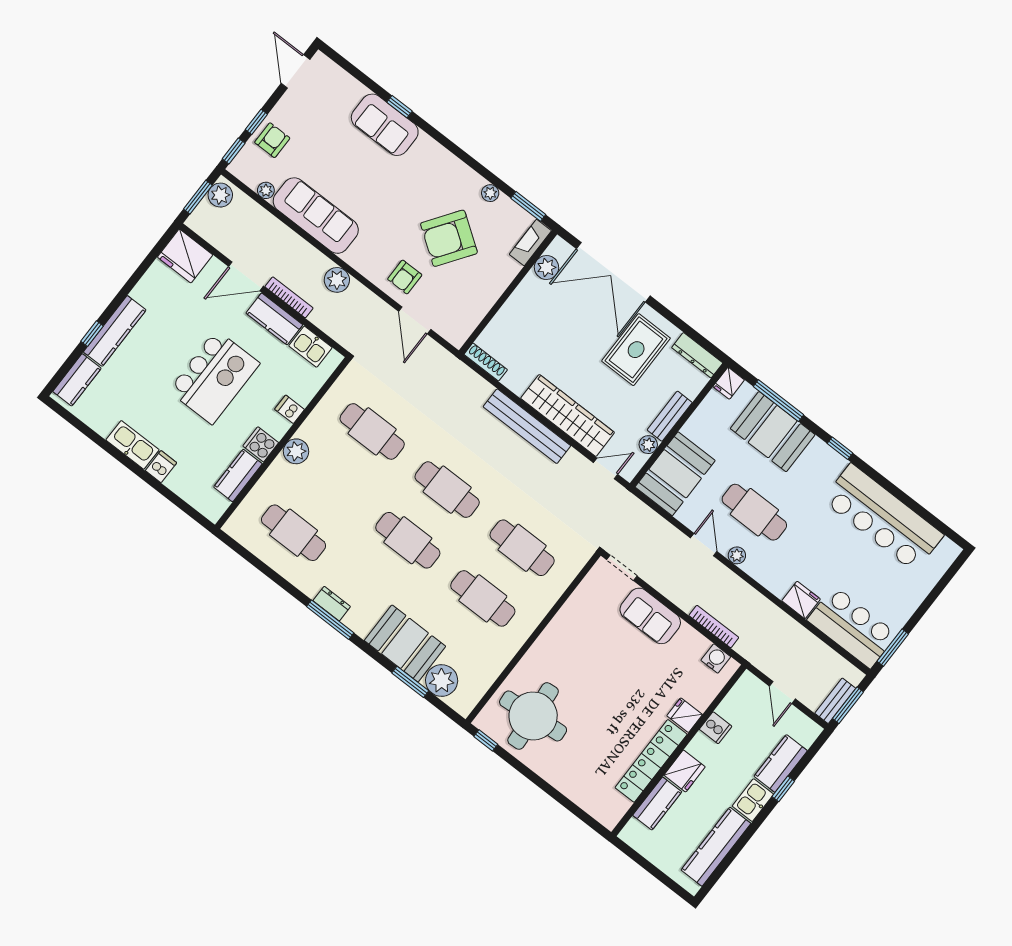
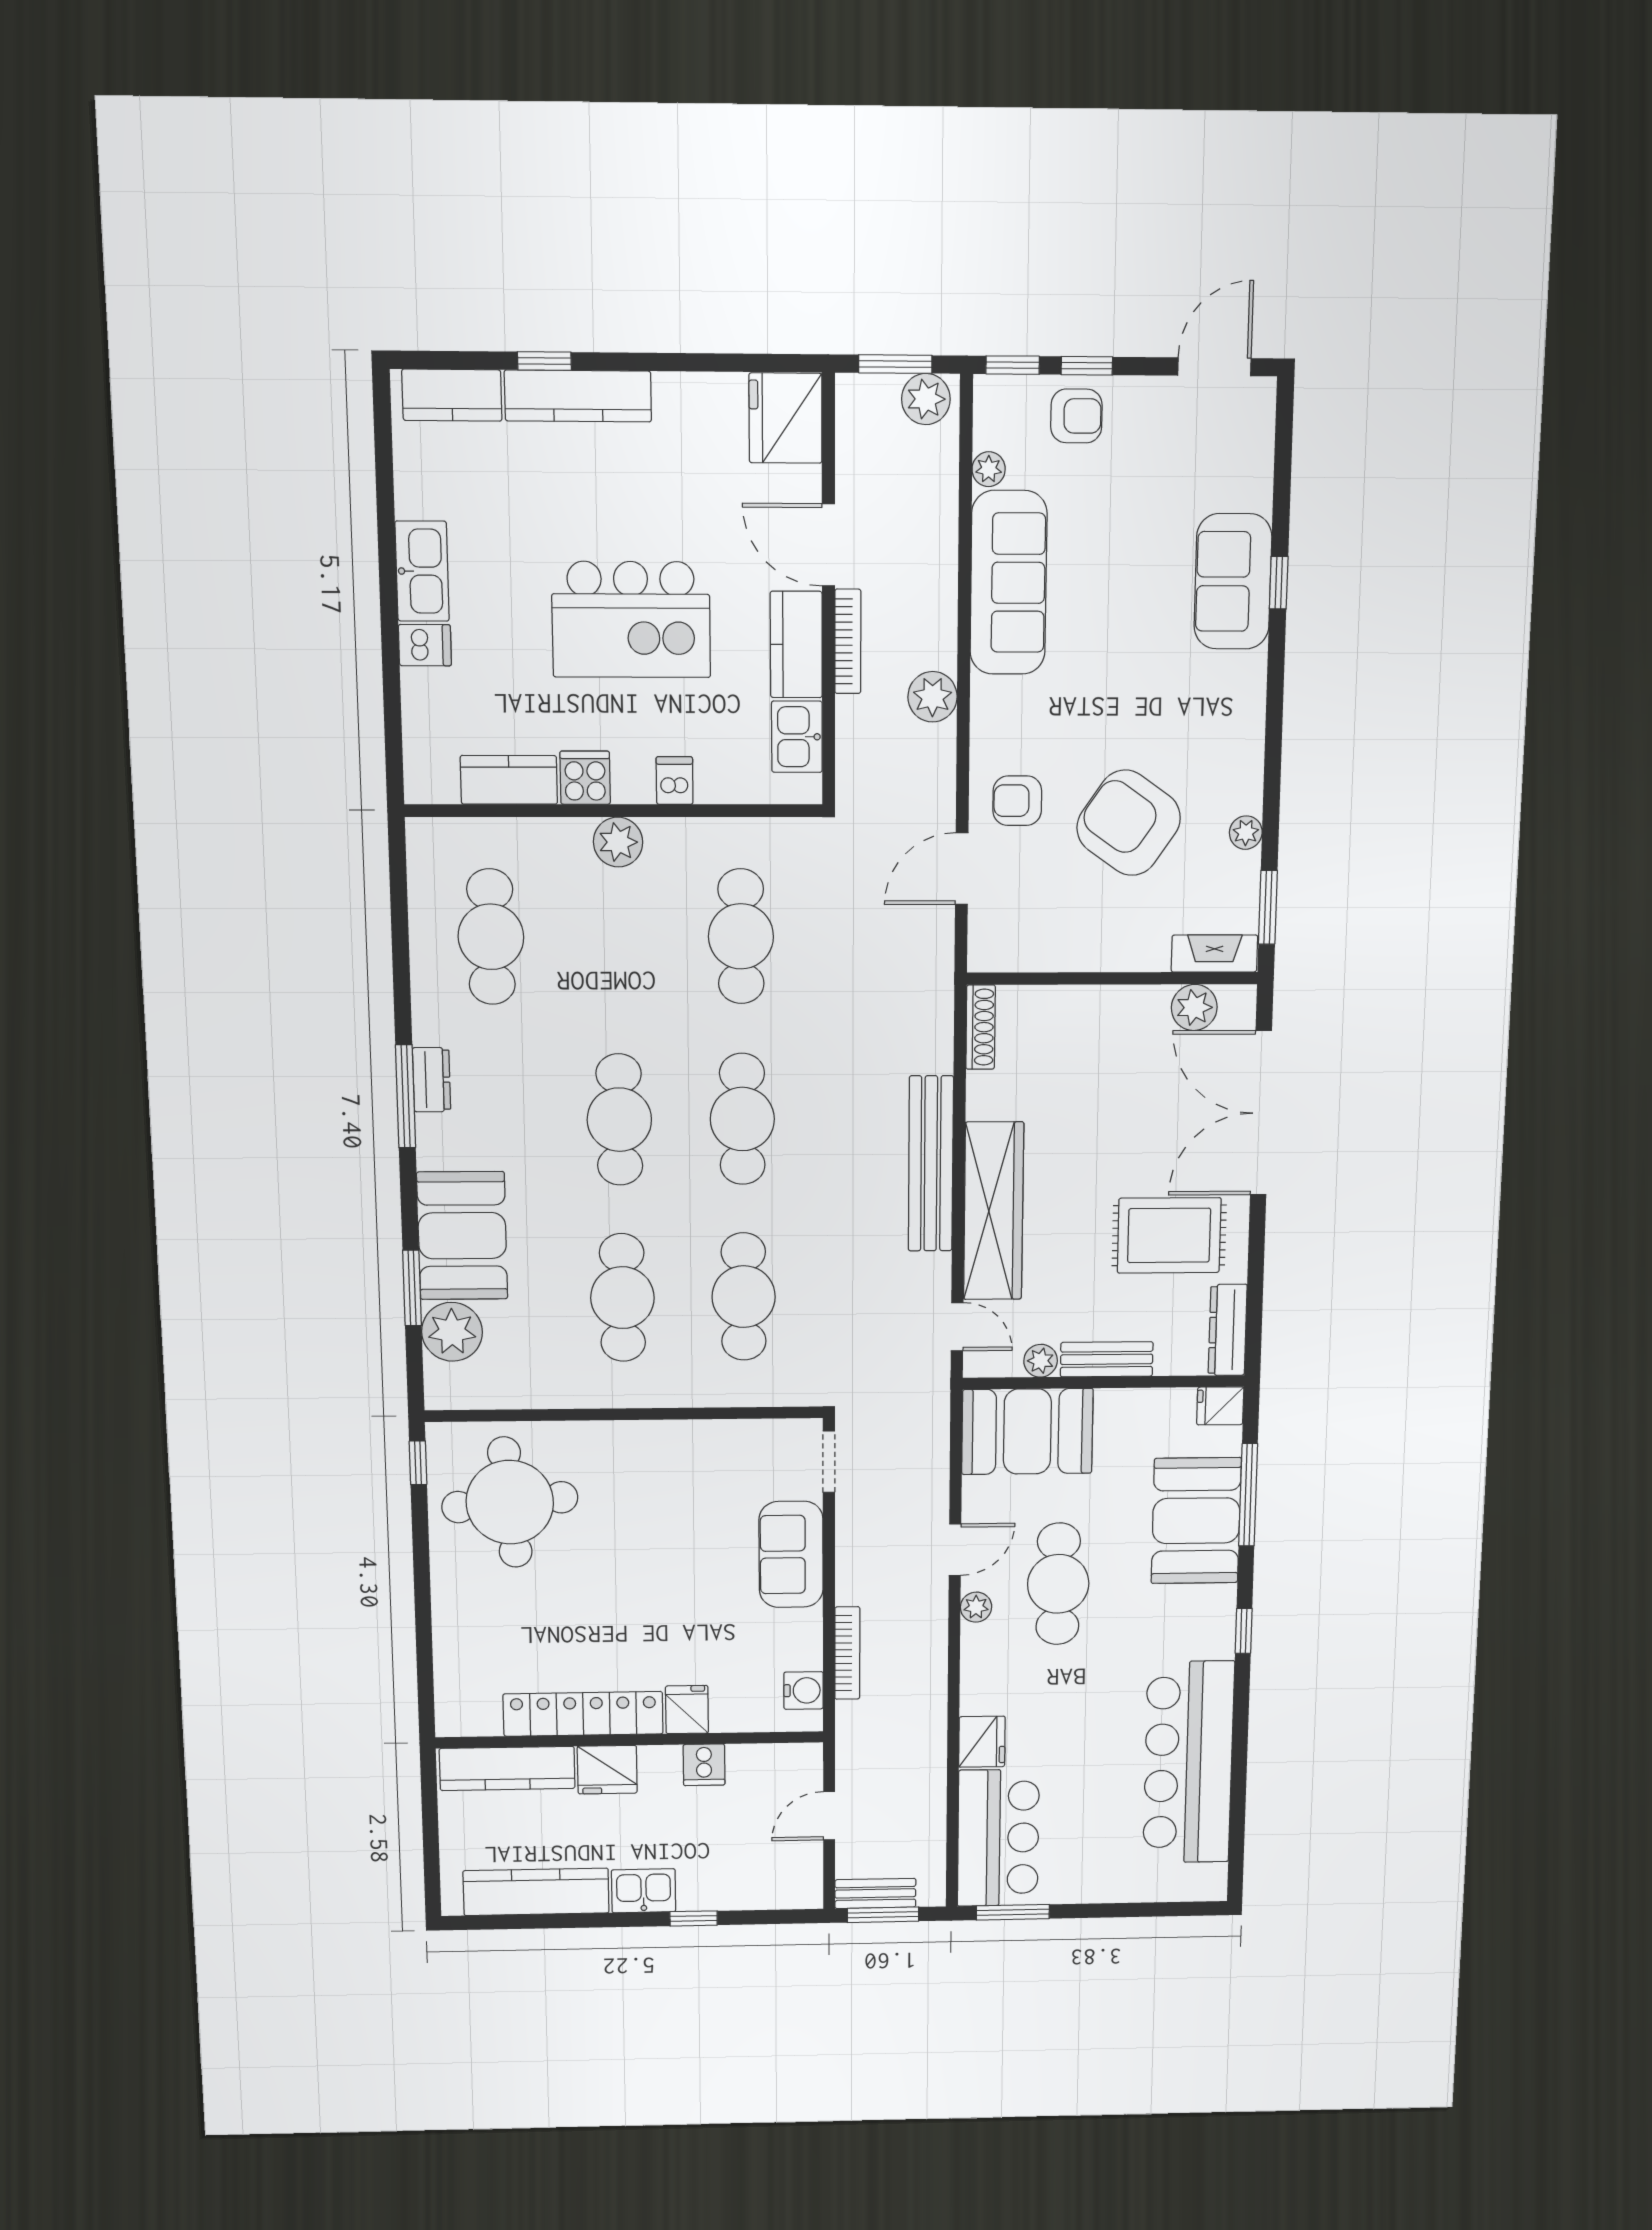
kitchen counter: (781, 763) -> (726, 1888), removed
kitchen counter: (657, 803) -> (507, 1768), width x1.50

